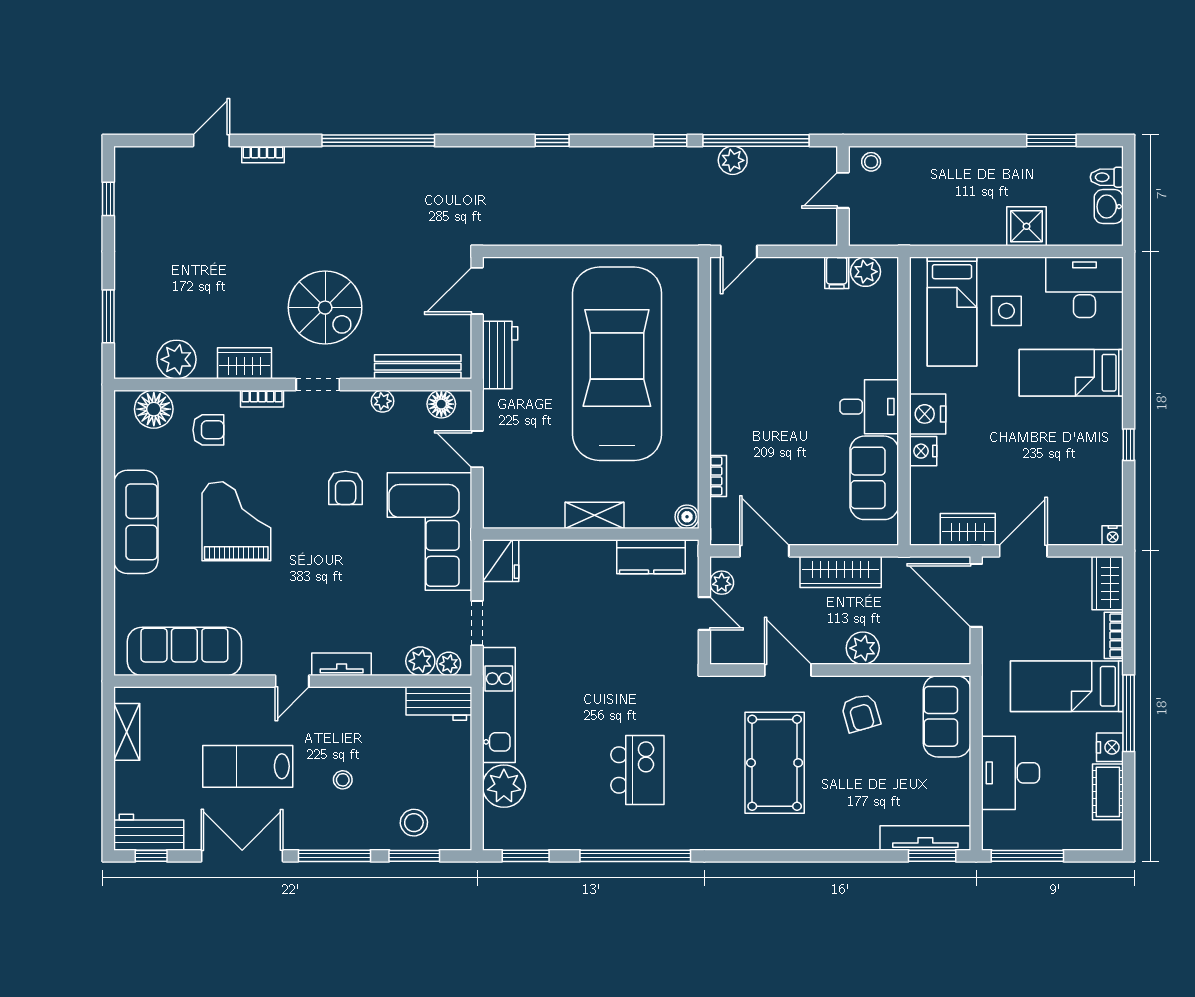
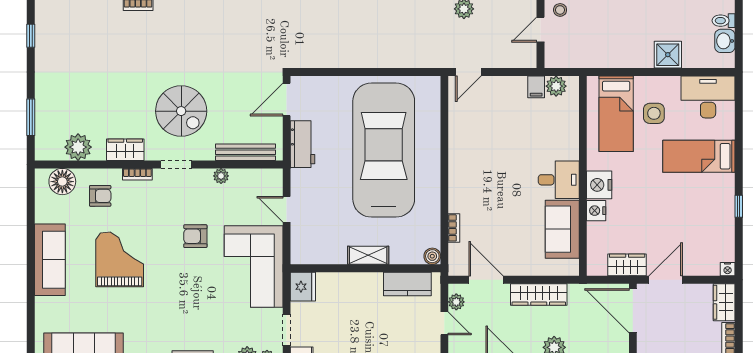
floor lamp: (441, 404) -> (262, 178), removed
armchair: (346, 488) -> (195, 236), turned 90

